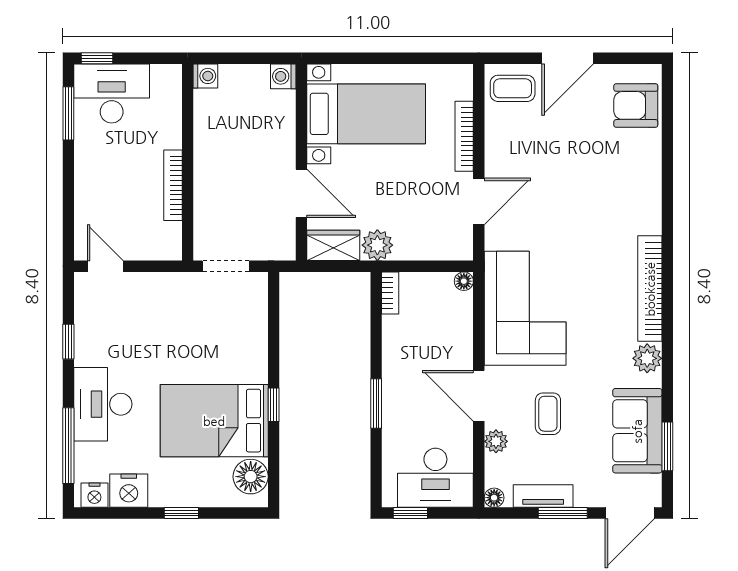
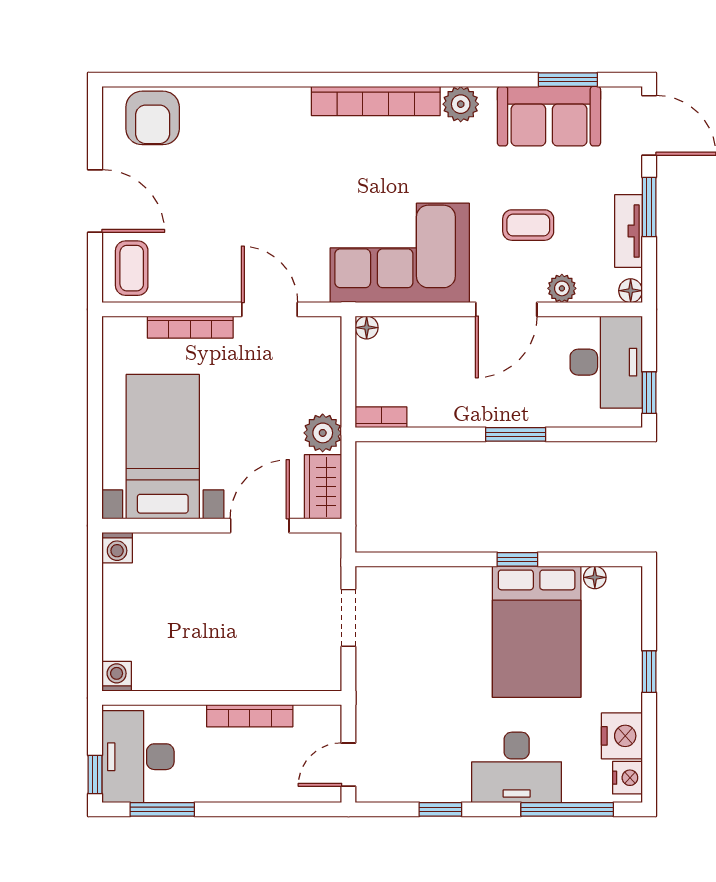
washing machine: (205, 76) -> (117, 676), moved
wall: (188, 162) -> (222, 698), moved
bookcase: (173, 185) -> (250, 716), moved
floor lamp: (251, 477) -> (595, 577), width x0.53, depth x0.53

